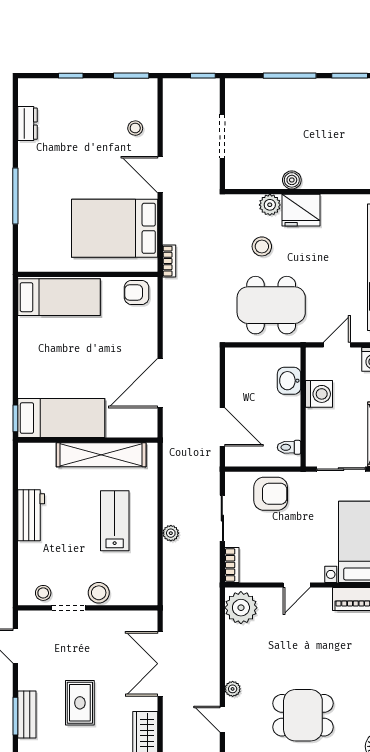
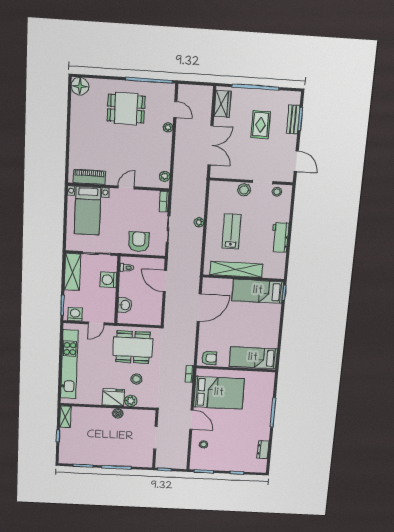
washing machine: (319, 394) -> (108, 280), moved
armchair: (271, 494) -> (139, 242), turned 90
lab bench: (115, 521) -> (231, 231), turned 180
plant: (241, 608) -> (165, 176), width x0.53, depth x0.53

